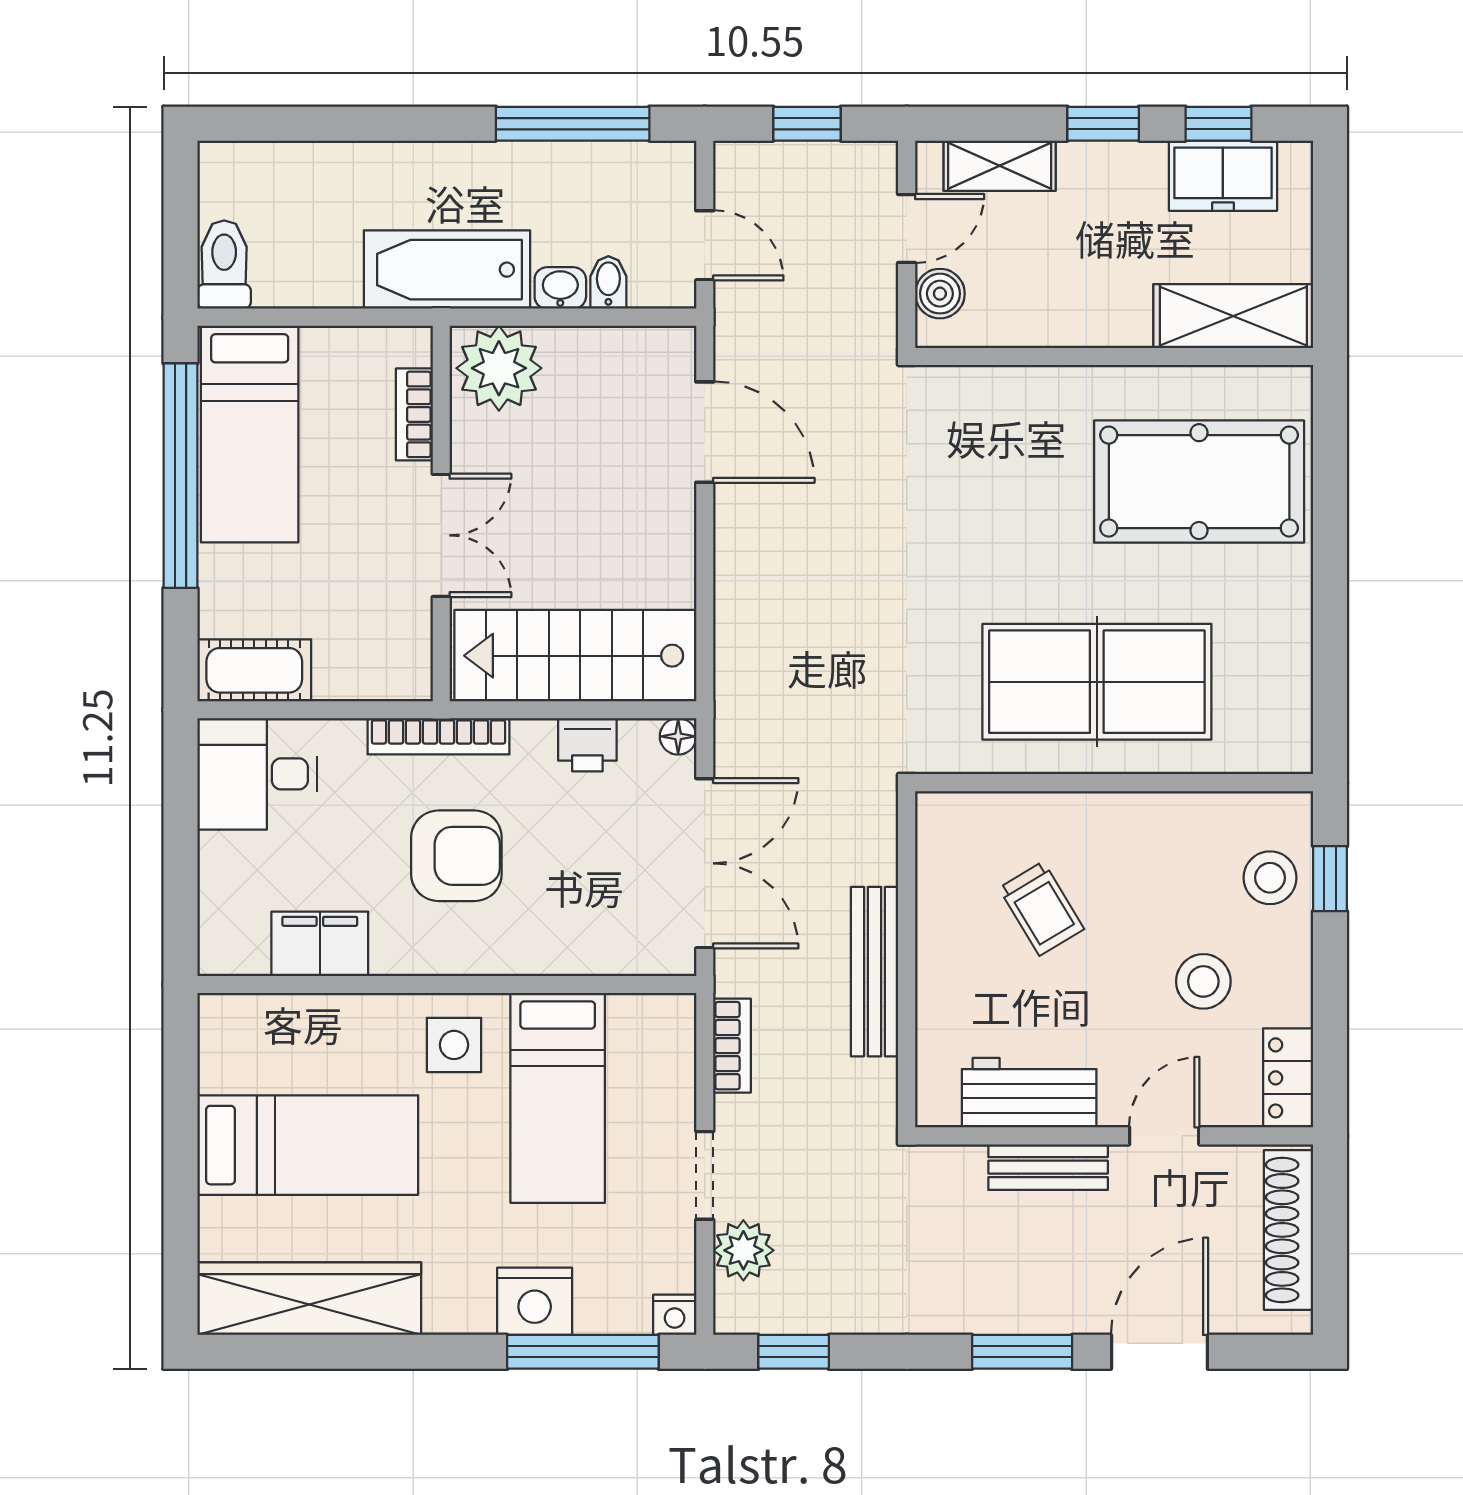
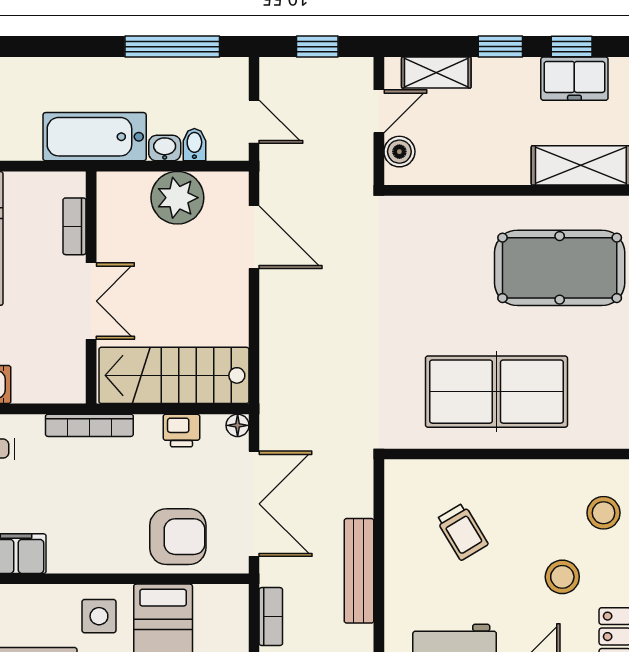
plant: (499, 368) -> (177, 198), moved
armchair: (456, 856) -> (178, 537), moved

